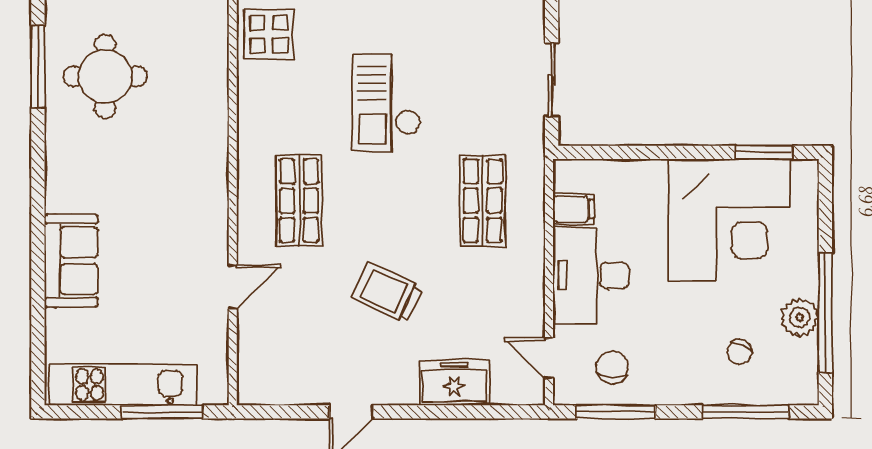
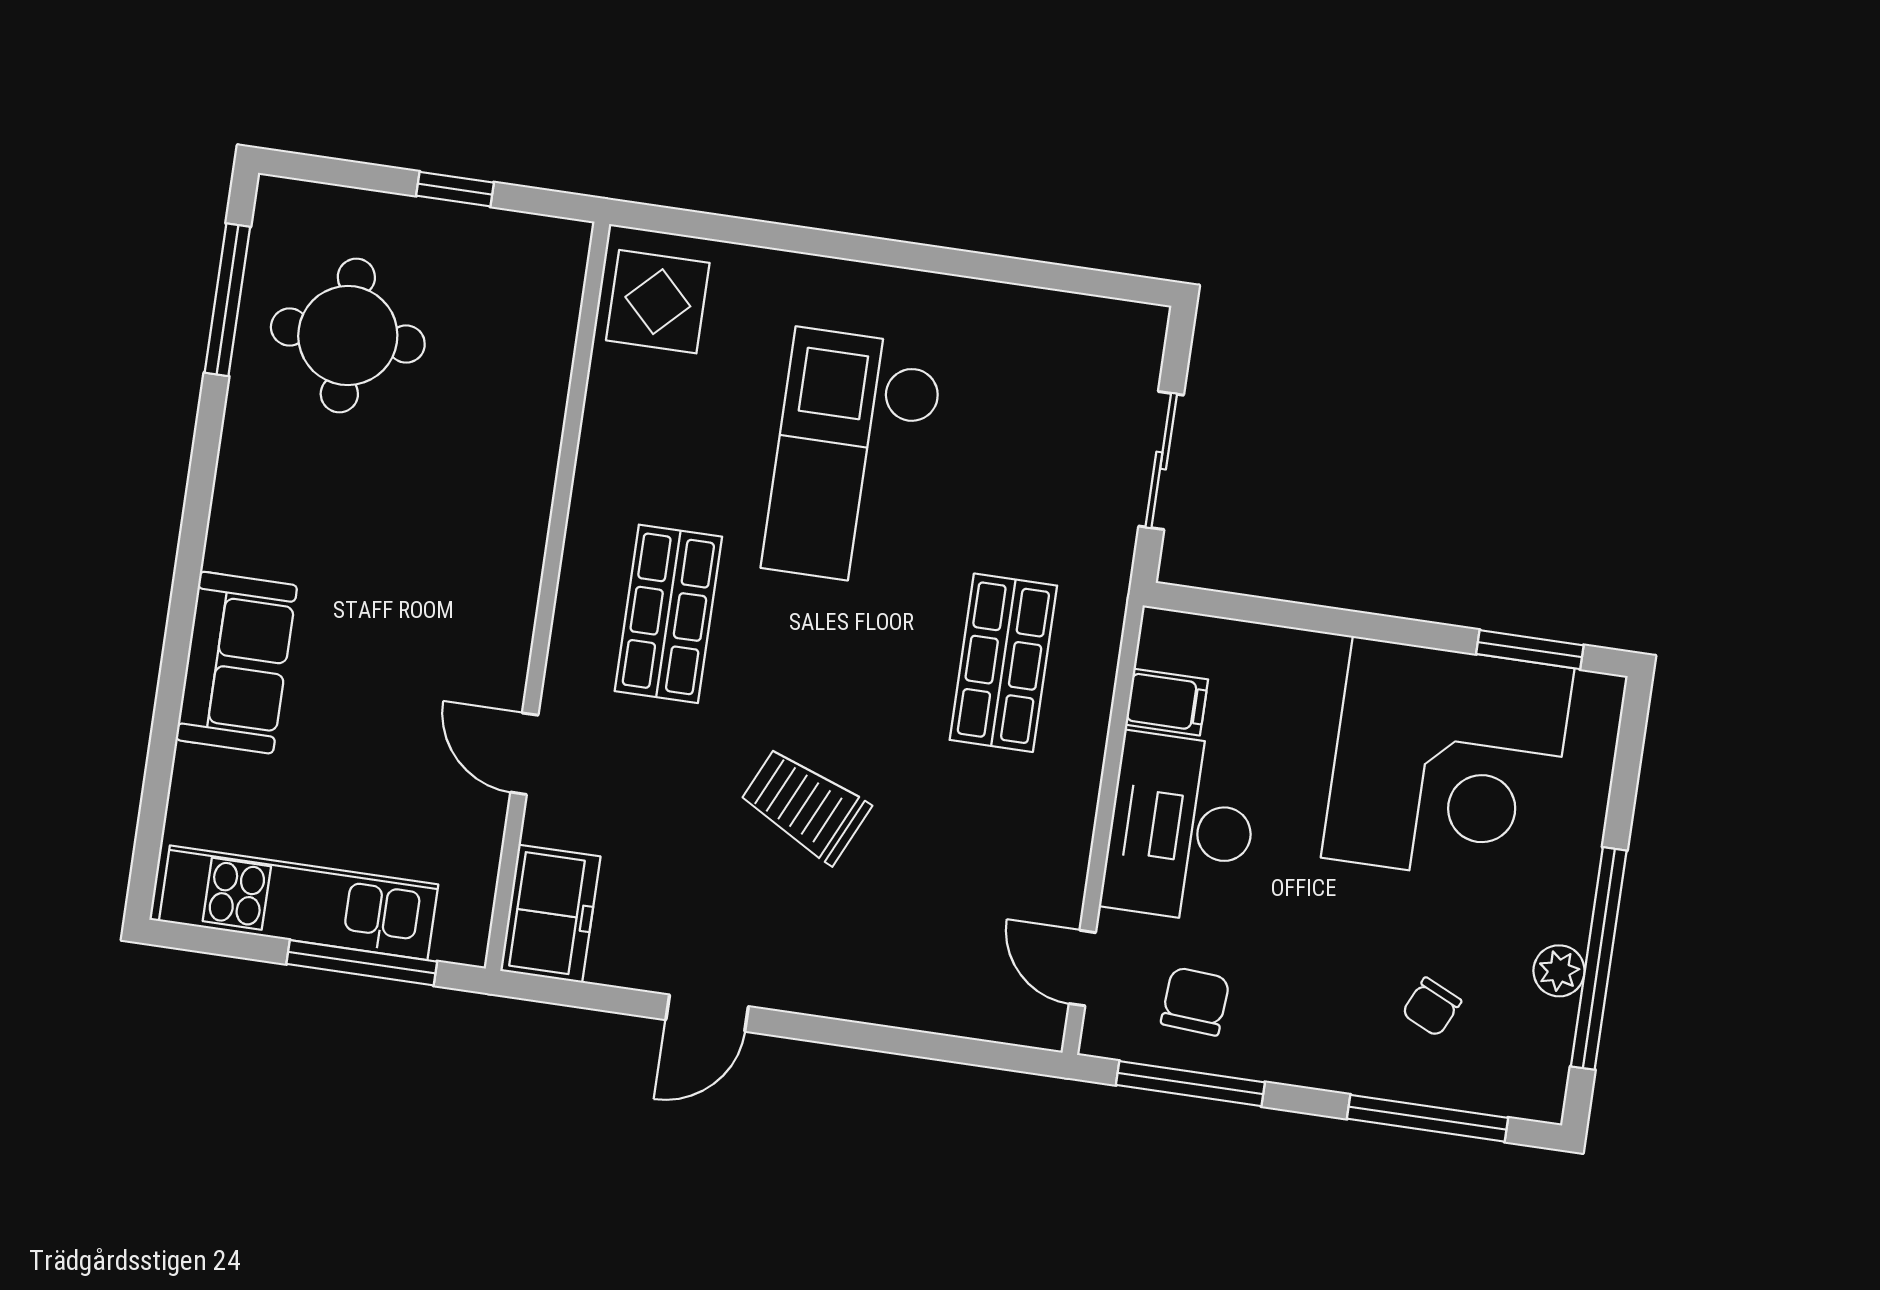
checkout: (386, 103) -> (853, 458), width x1.36, depth x1.21
door: (233, 287) -> (524, 754), swing flipped
plant: (800, 317) -> (1559, 971), width x0.73, depth x0.73
freezer: (454, 383) -> (550, 914), moved, turned 90

